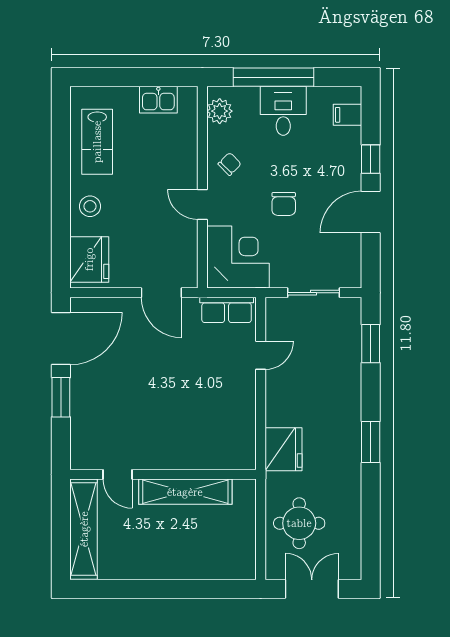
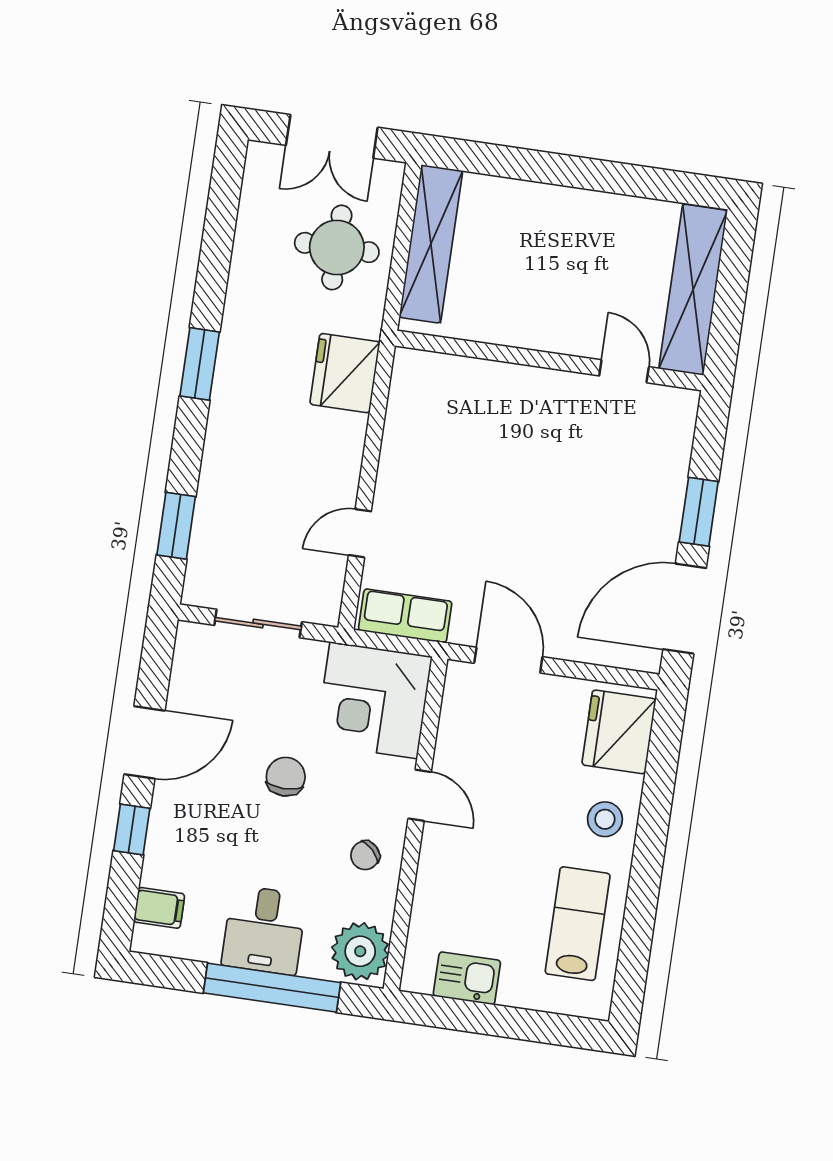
plant: (220, 111) -> (360, 951), width x1.36, depth x1.36
shelving: (185, 492) -> (431, 244), moved, turned 90

